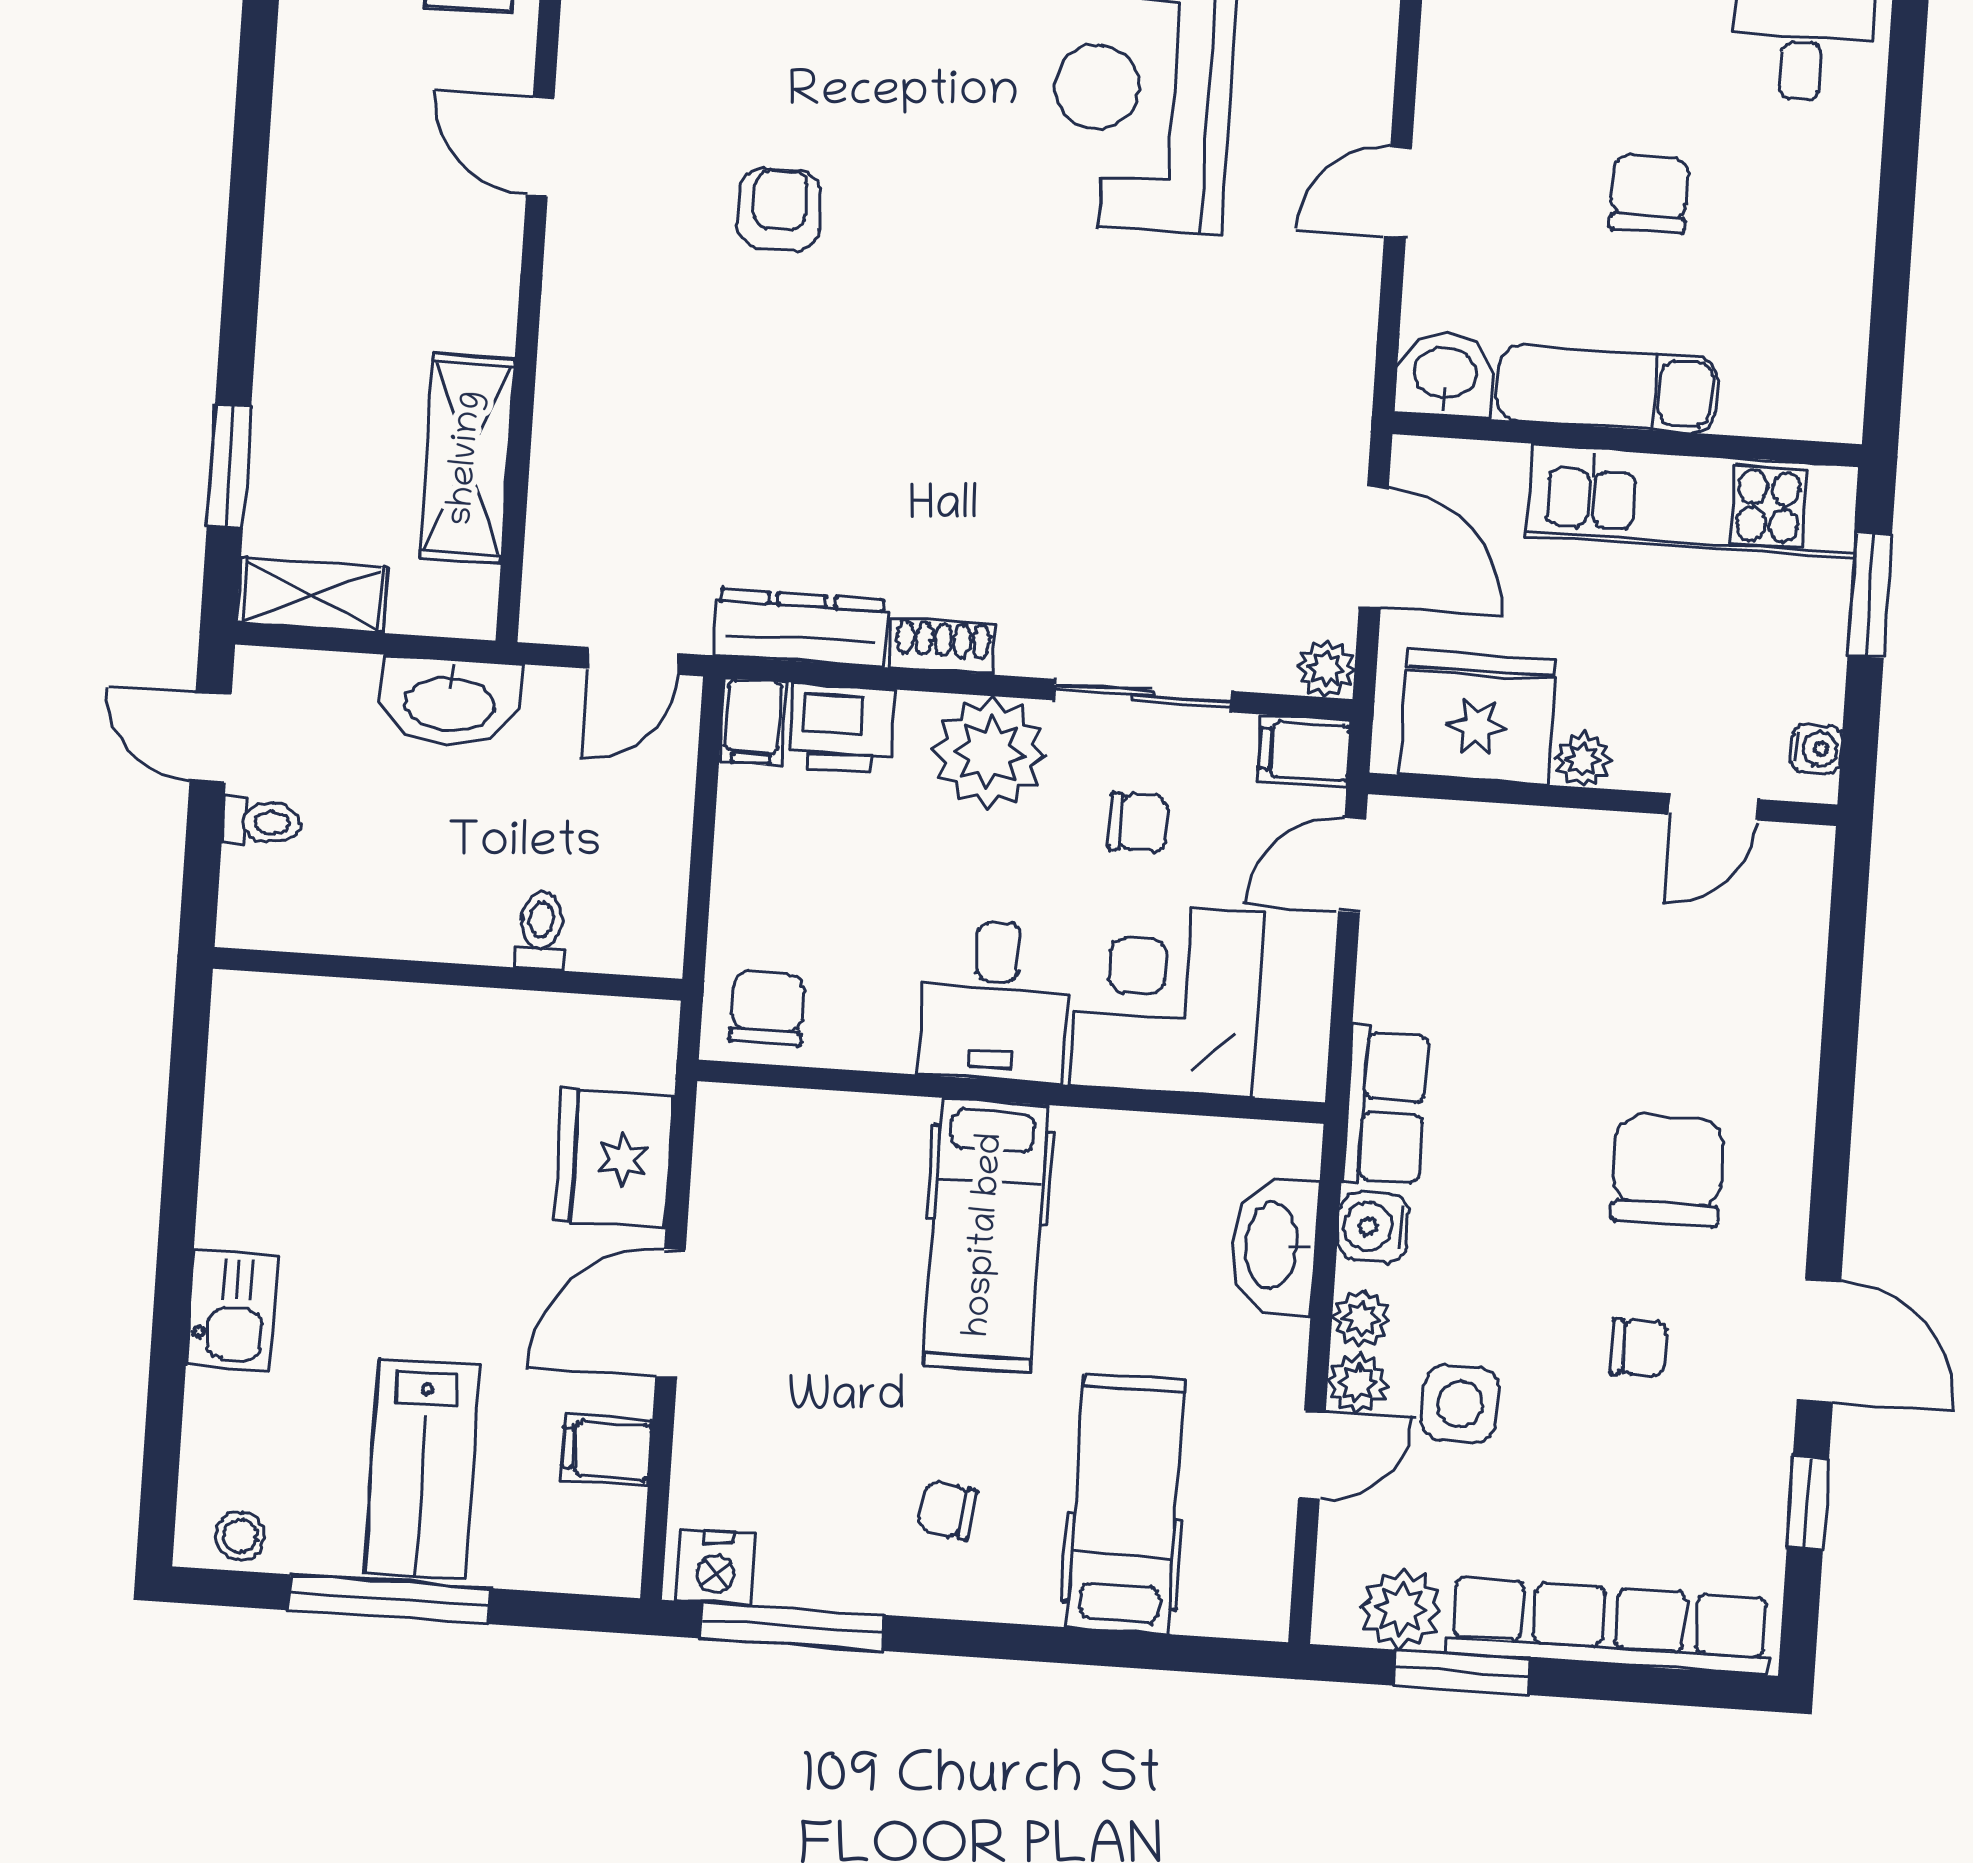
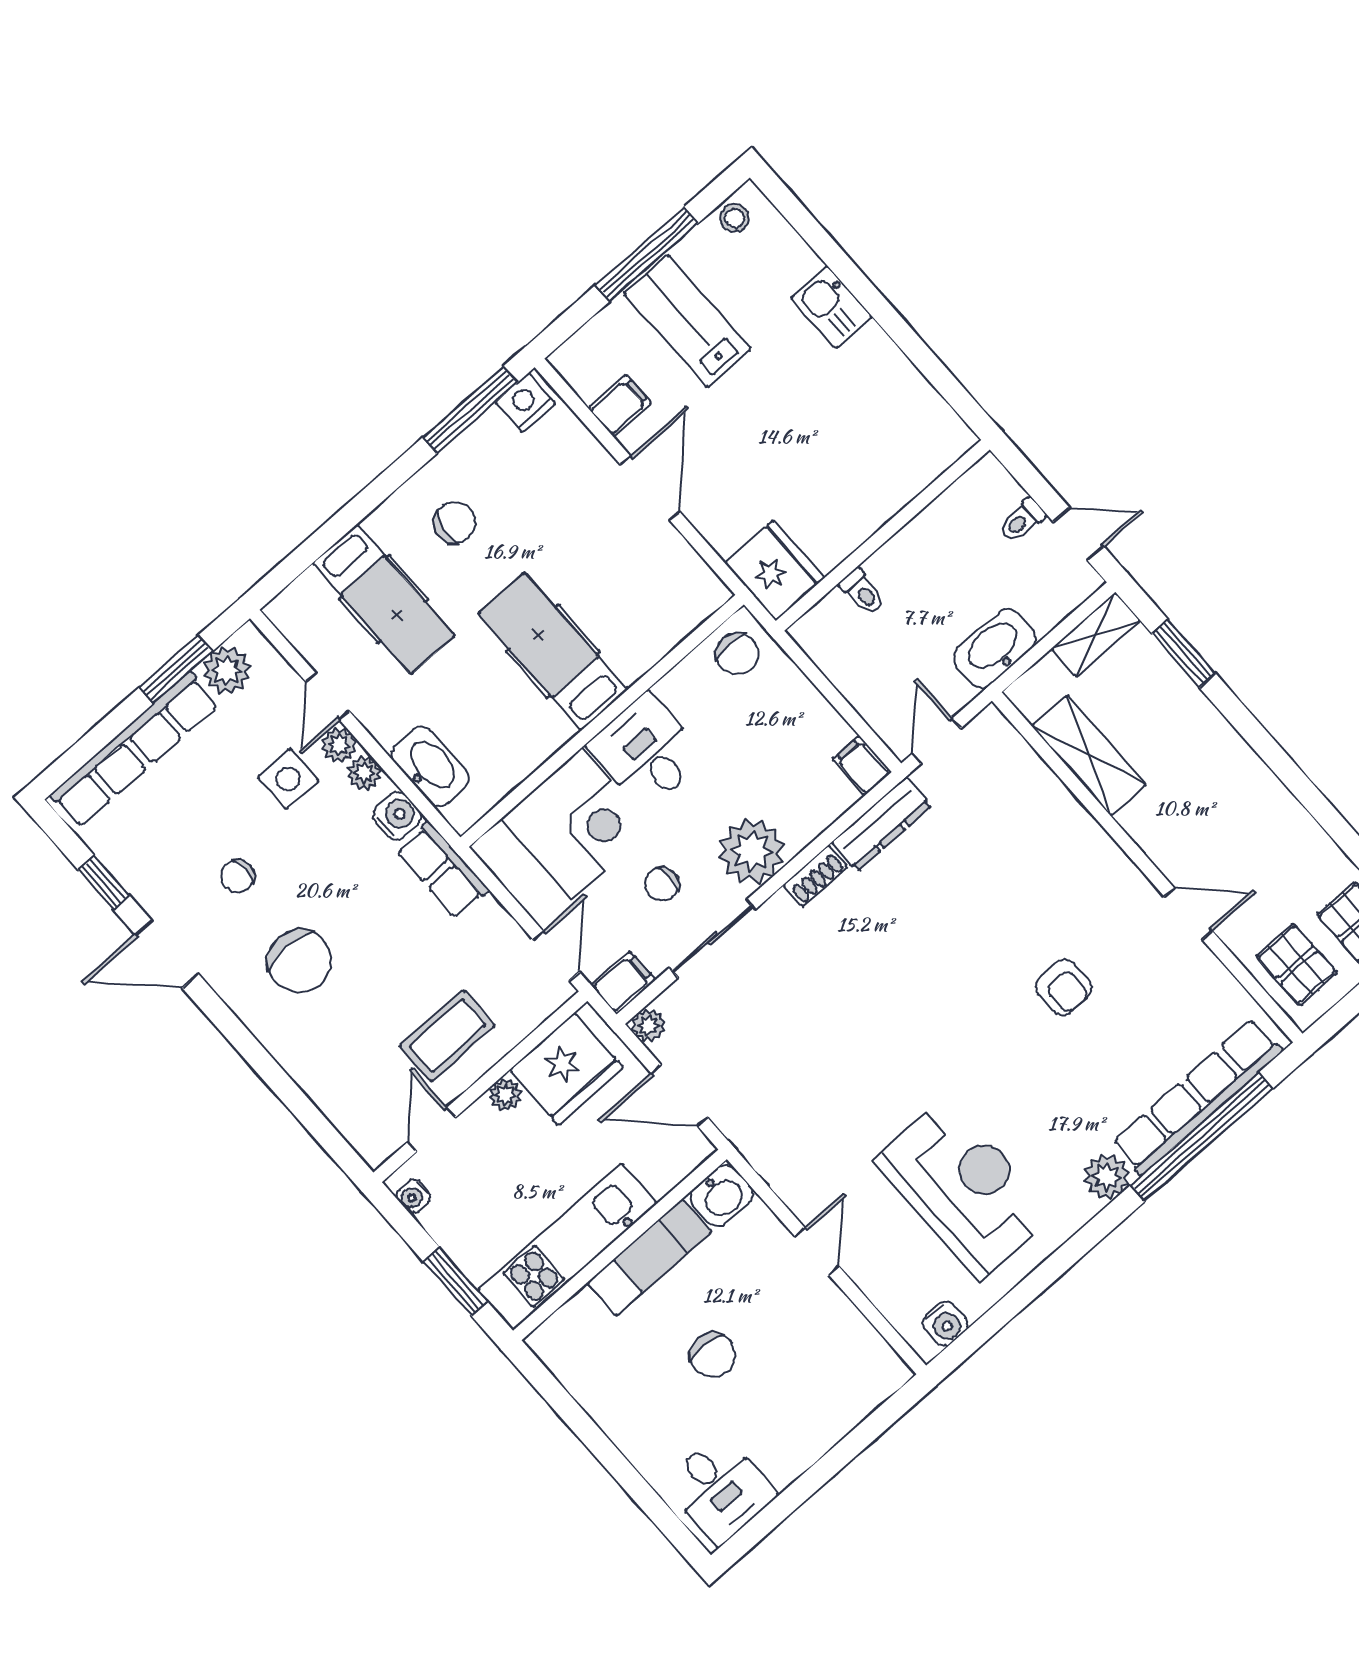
printer: (842, 729) -> (823, 800), removed
coffee table: (1580, 901) -> (447, 1036), added
fridge: (614, 1158) -> (775, 570), moved
chair: (947, 1510) -> (455, 523), width x1.37, depth x1.37

